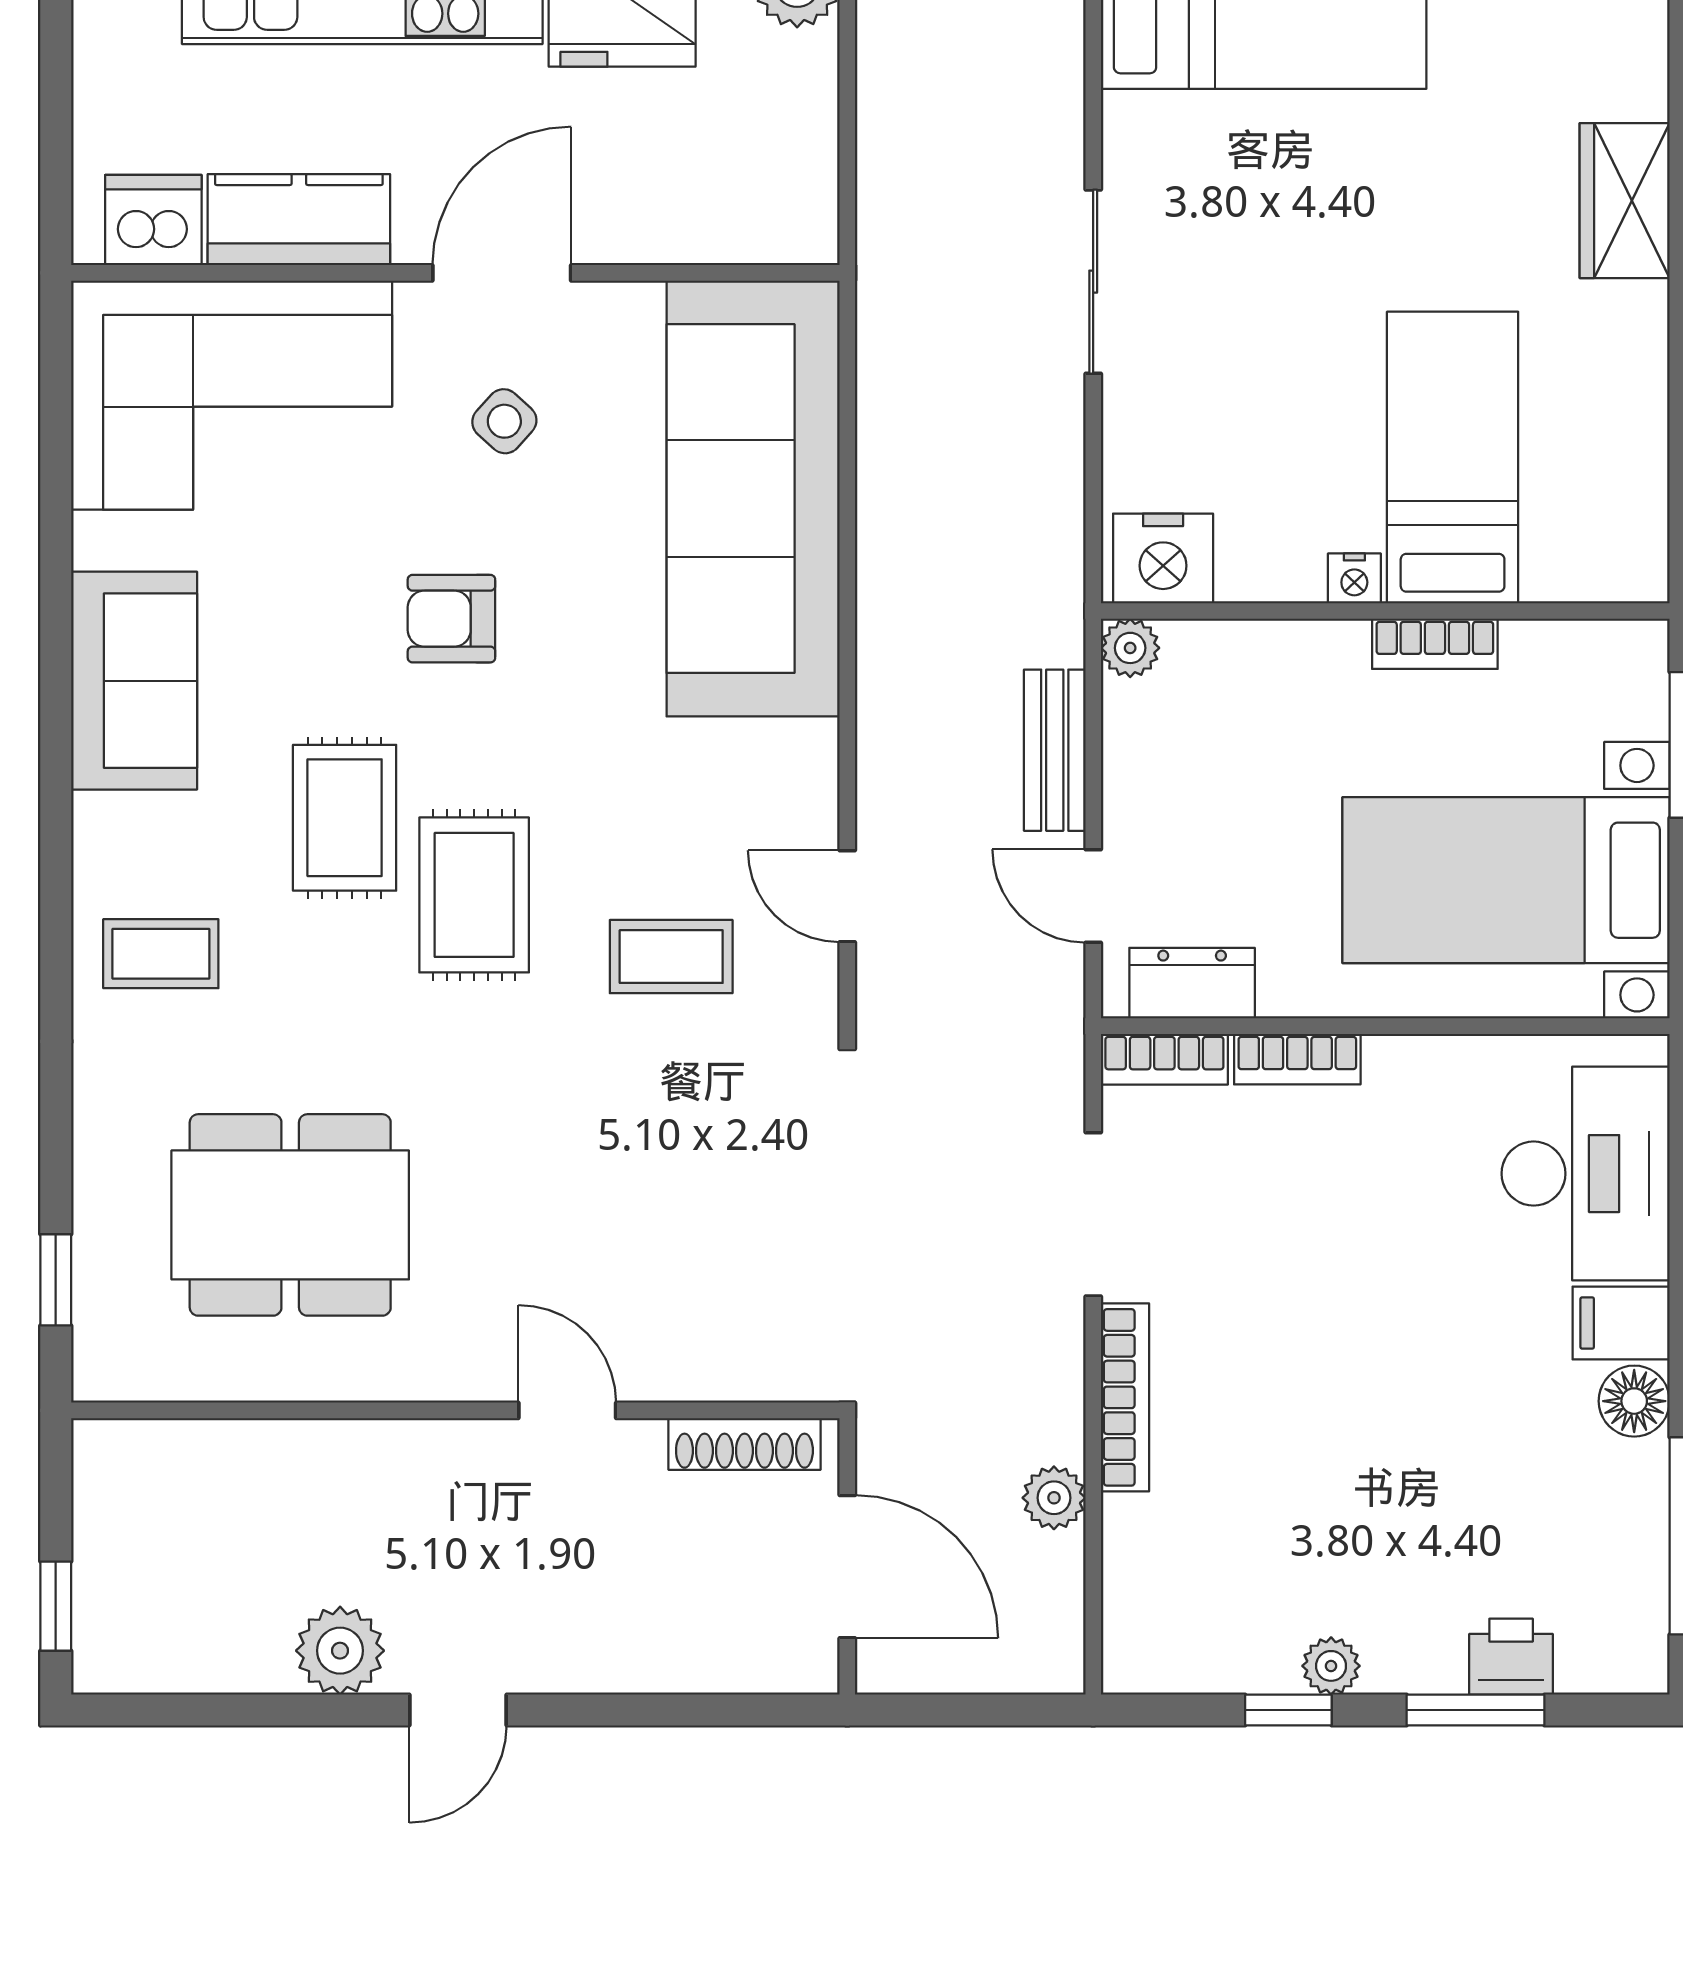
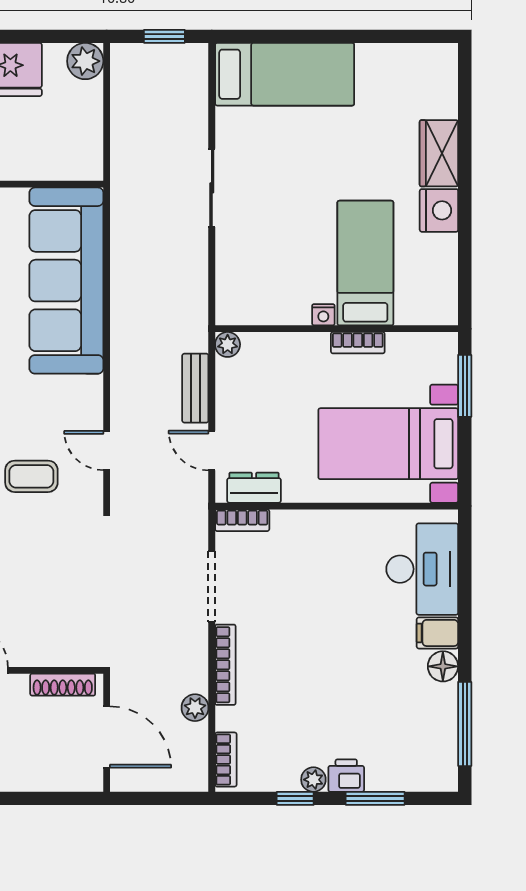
nightstand: (1163, 558) -> (439, 210), moved, turned -90
bookcase: (1297, 1059) -> (226, 760), moved, turned -90
printer: (1511, 1657) -> (346, 776), moved

